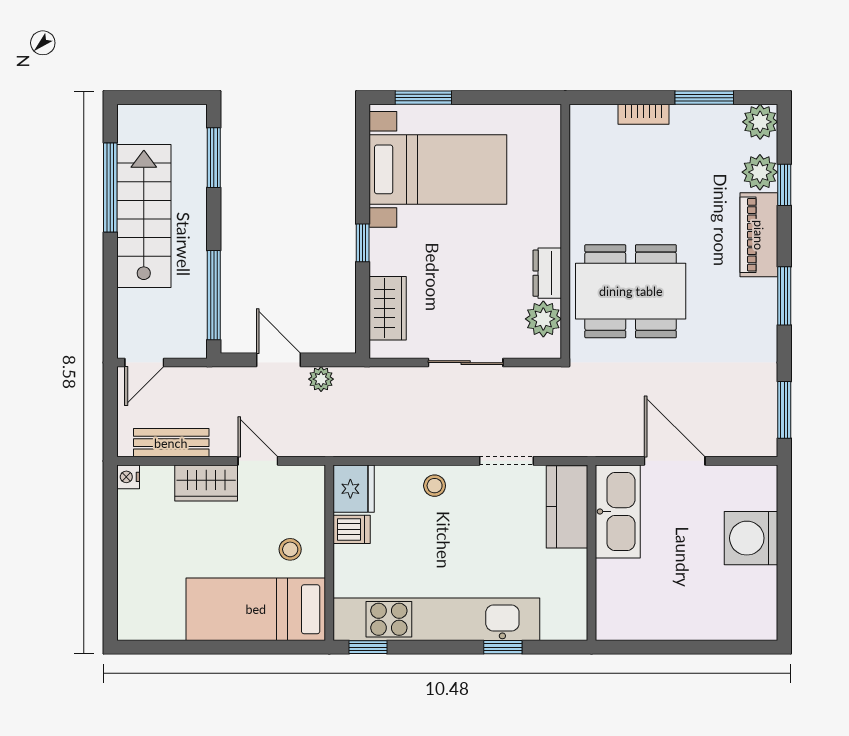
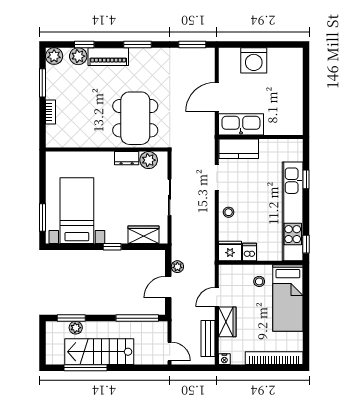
plant: (194, 167) -> (76, 328), added
bookcase: (130, 581) -> (274, 358), added

